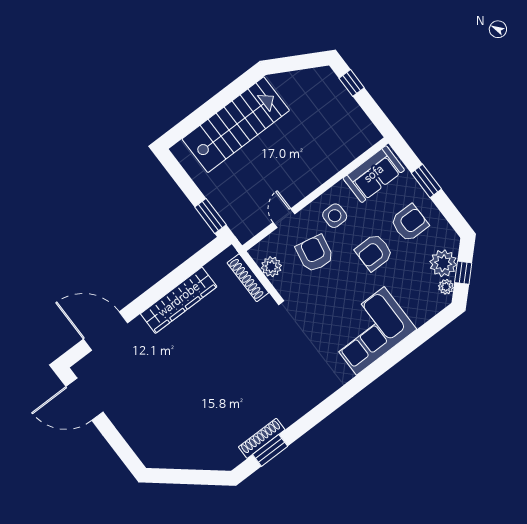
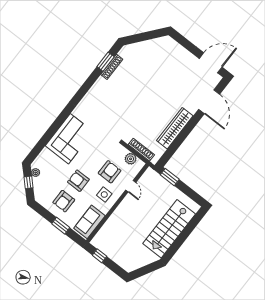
window: (352, 83) -> (100, 256), moved
armchair: (374, 252) -> (78, 181), turned -90
armchair: (315, 254) -> (110, 172), turned -101
plant: (443, 263) -> (40, 185), removed
door: (106, 331) -> (209, 102), hinge flipped

